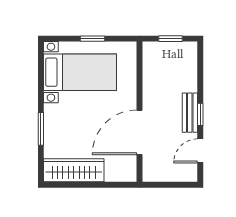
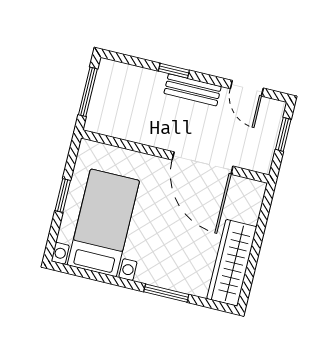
window: (170, 39) -> (88, 92), width x1.50
window: (200, 114) -> (174, 71), moved
window: (174, 185) -> (283, 134), added

